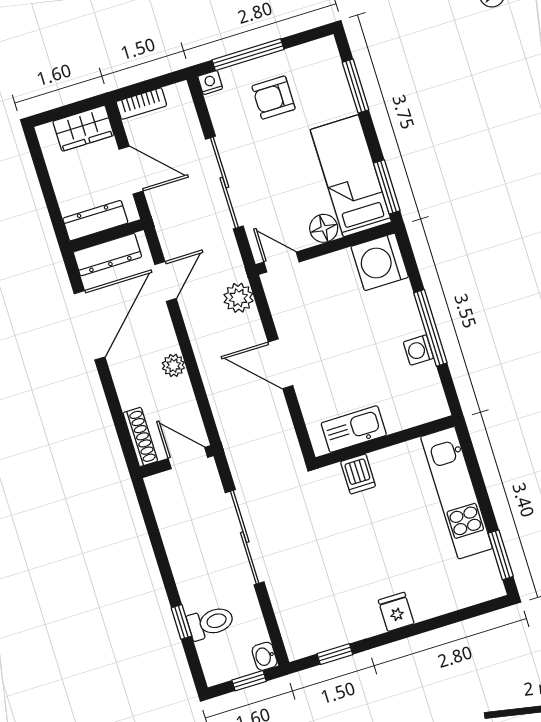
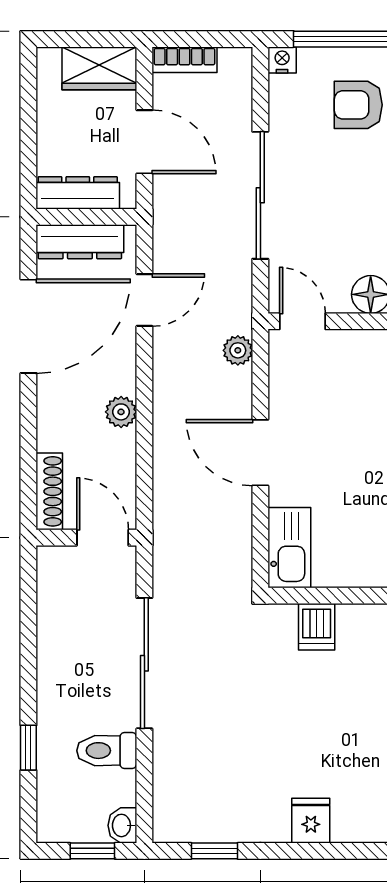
plant: (238, 298) -> (238, 350), width x0.73, depth x0.73
kitchen sink: (354, 429) -> (289, 548), moved, turned 90
toilet: (211, 623) -> (107, 751), moved, turned 180

